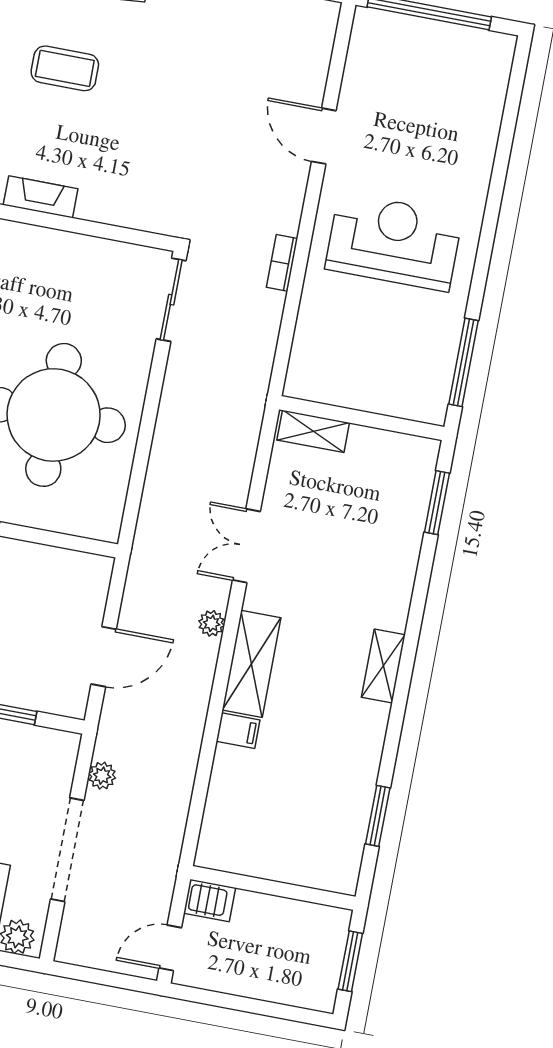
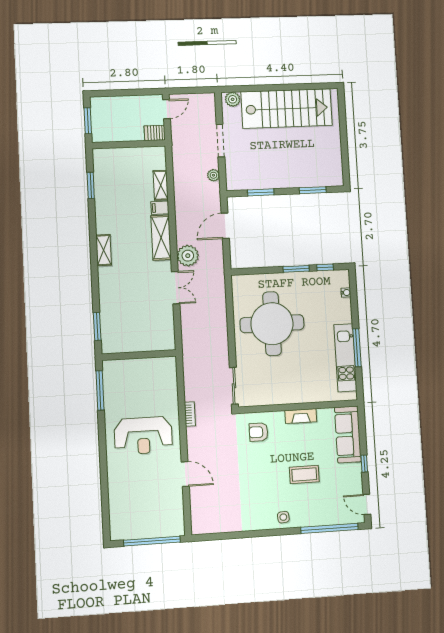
armchair: (142, 186) -> (259, 432), added
shelving: (313, 431) -> (161, 185), moved, turned 90
plant: (212, 623) -> (188, 256), width x1.87, depth x1.87
doorway: (67, 850) -> (220, 141), width x0.73

